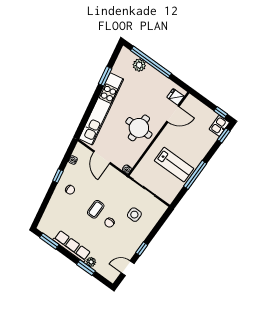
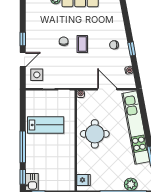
door: (173, 114) -> (76, 165), removed
lab bench: (174, 165) -> (46, 125), turned 180
window: (195, 175) -> (23, 147), moved
side table: (134, 215) -> (37, 75), moved
door: (128, 268) -> (23, 60), moved

